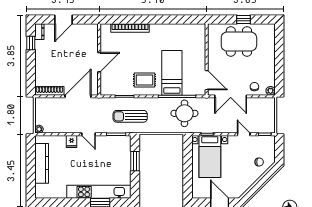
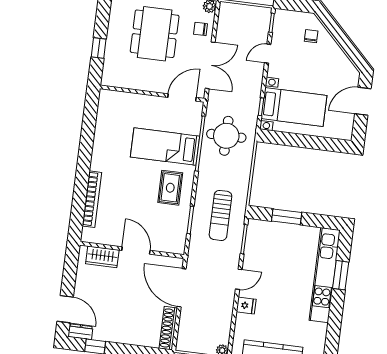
door: (64, 19) -> (65, 309), moved
window: (243, 19) -> (99, 48), moved
wardrobe: (92, 40) -> (102, 257), added
dining table: (239, 42) -> (155, 34), moved

